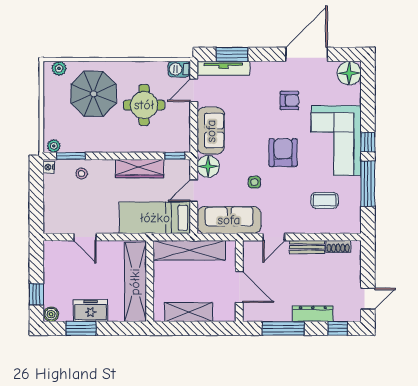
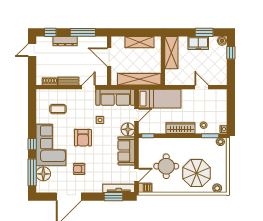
floor lamp: (349, 73) -> (43, 174), moved
wardrobe: (140, 169) -> (180, 128), moved
window: (368, 184) -> (32, 172), moved
shelving: (135, 282) -> (171, 53), width x0.68

